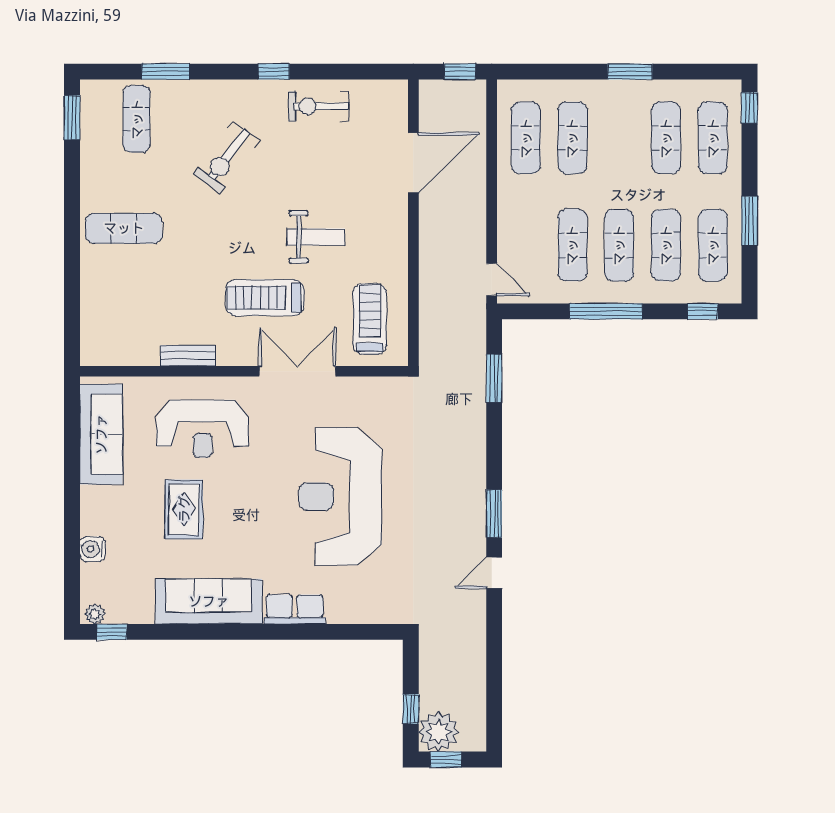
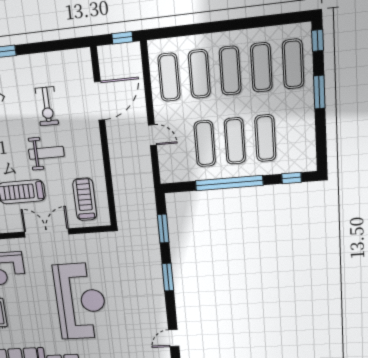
window: (630, 72) -> (234, 25), removed
exercise bike: (319, 106) -> (47, 106), moved, turned -90
window: (750, 221) -> (319, 92), moved
exercise mat: (713, 245) -> (230, 71), moved
door: (492, 280) -> (152, 135), moved
window: (606, 311) -> (229, 183), width x1.46
reception desk: (340, 496) -> (81, 301), turned 180
window: (494, 514) -> (168, 277), moved

